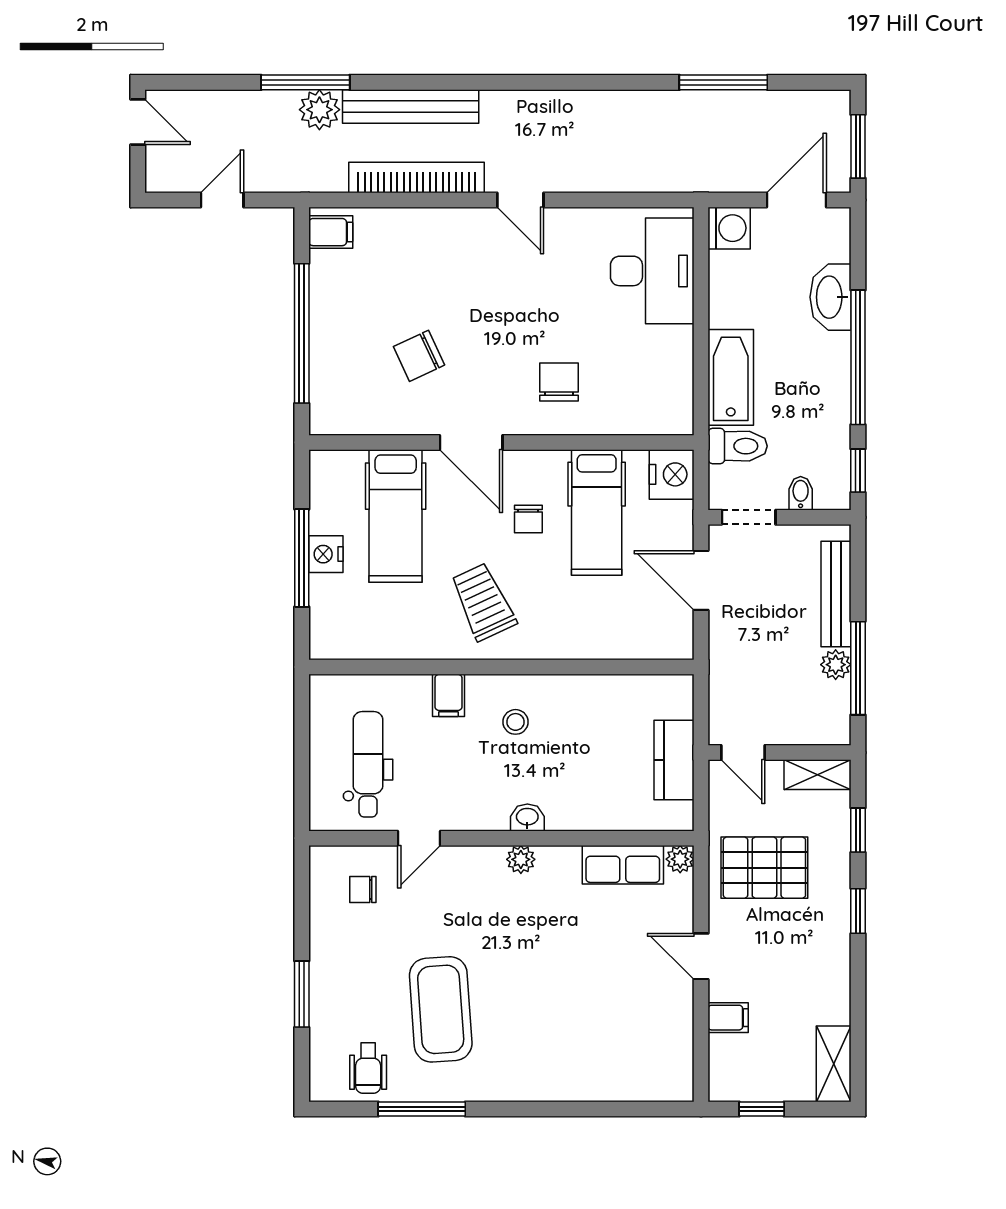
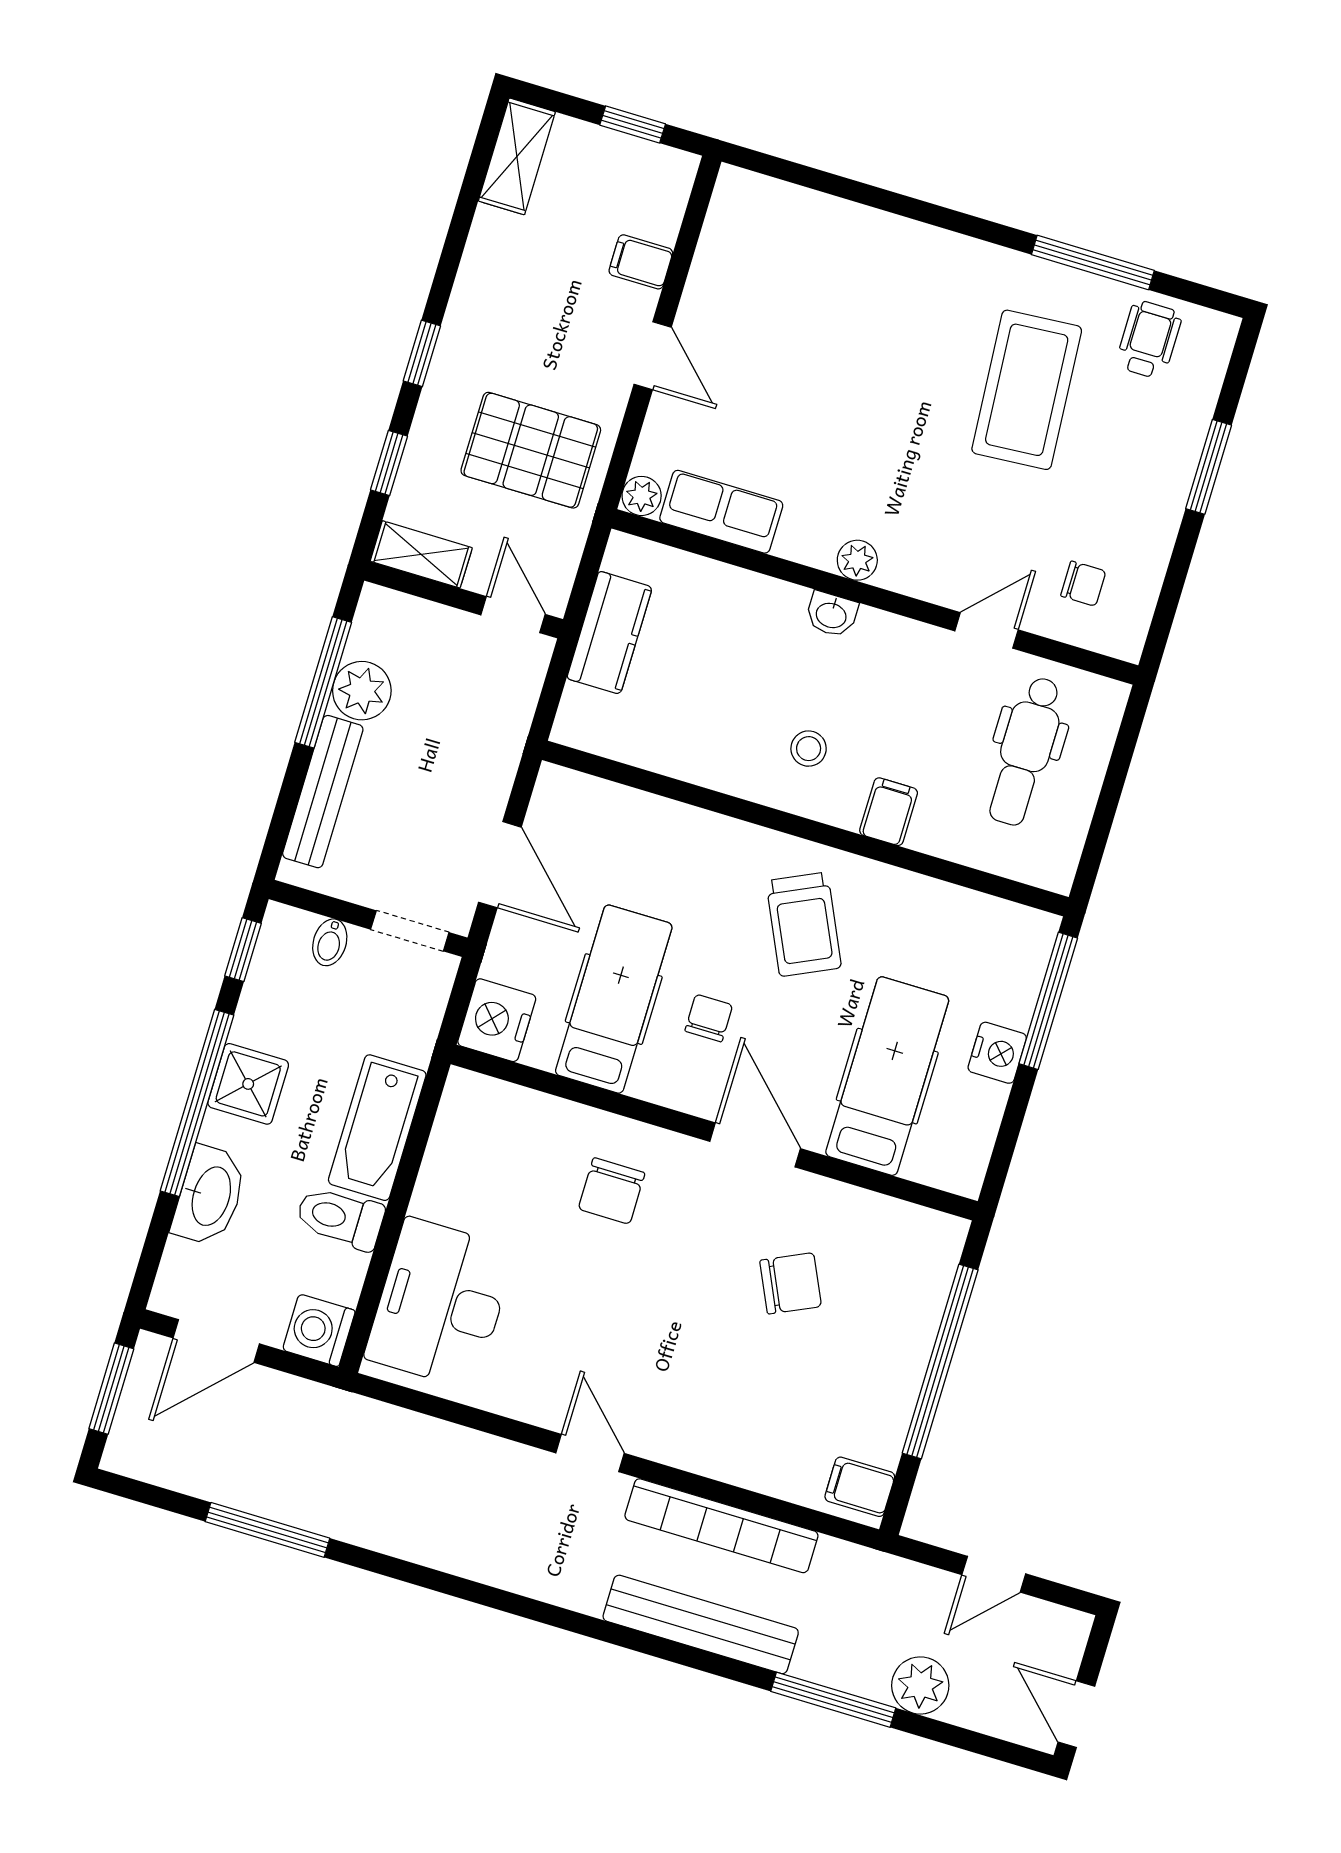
plant: (319, 110) -> (920, 1685), moved
shower: (827, 381) -> (248, 1084), added
toilet: (738, 446) -> (340, 1218), moved
window: (302, 558) -> (1048, 1001), moved
plant: (836, 665) -> (362, 691), width x1.38, depth x1.38

